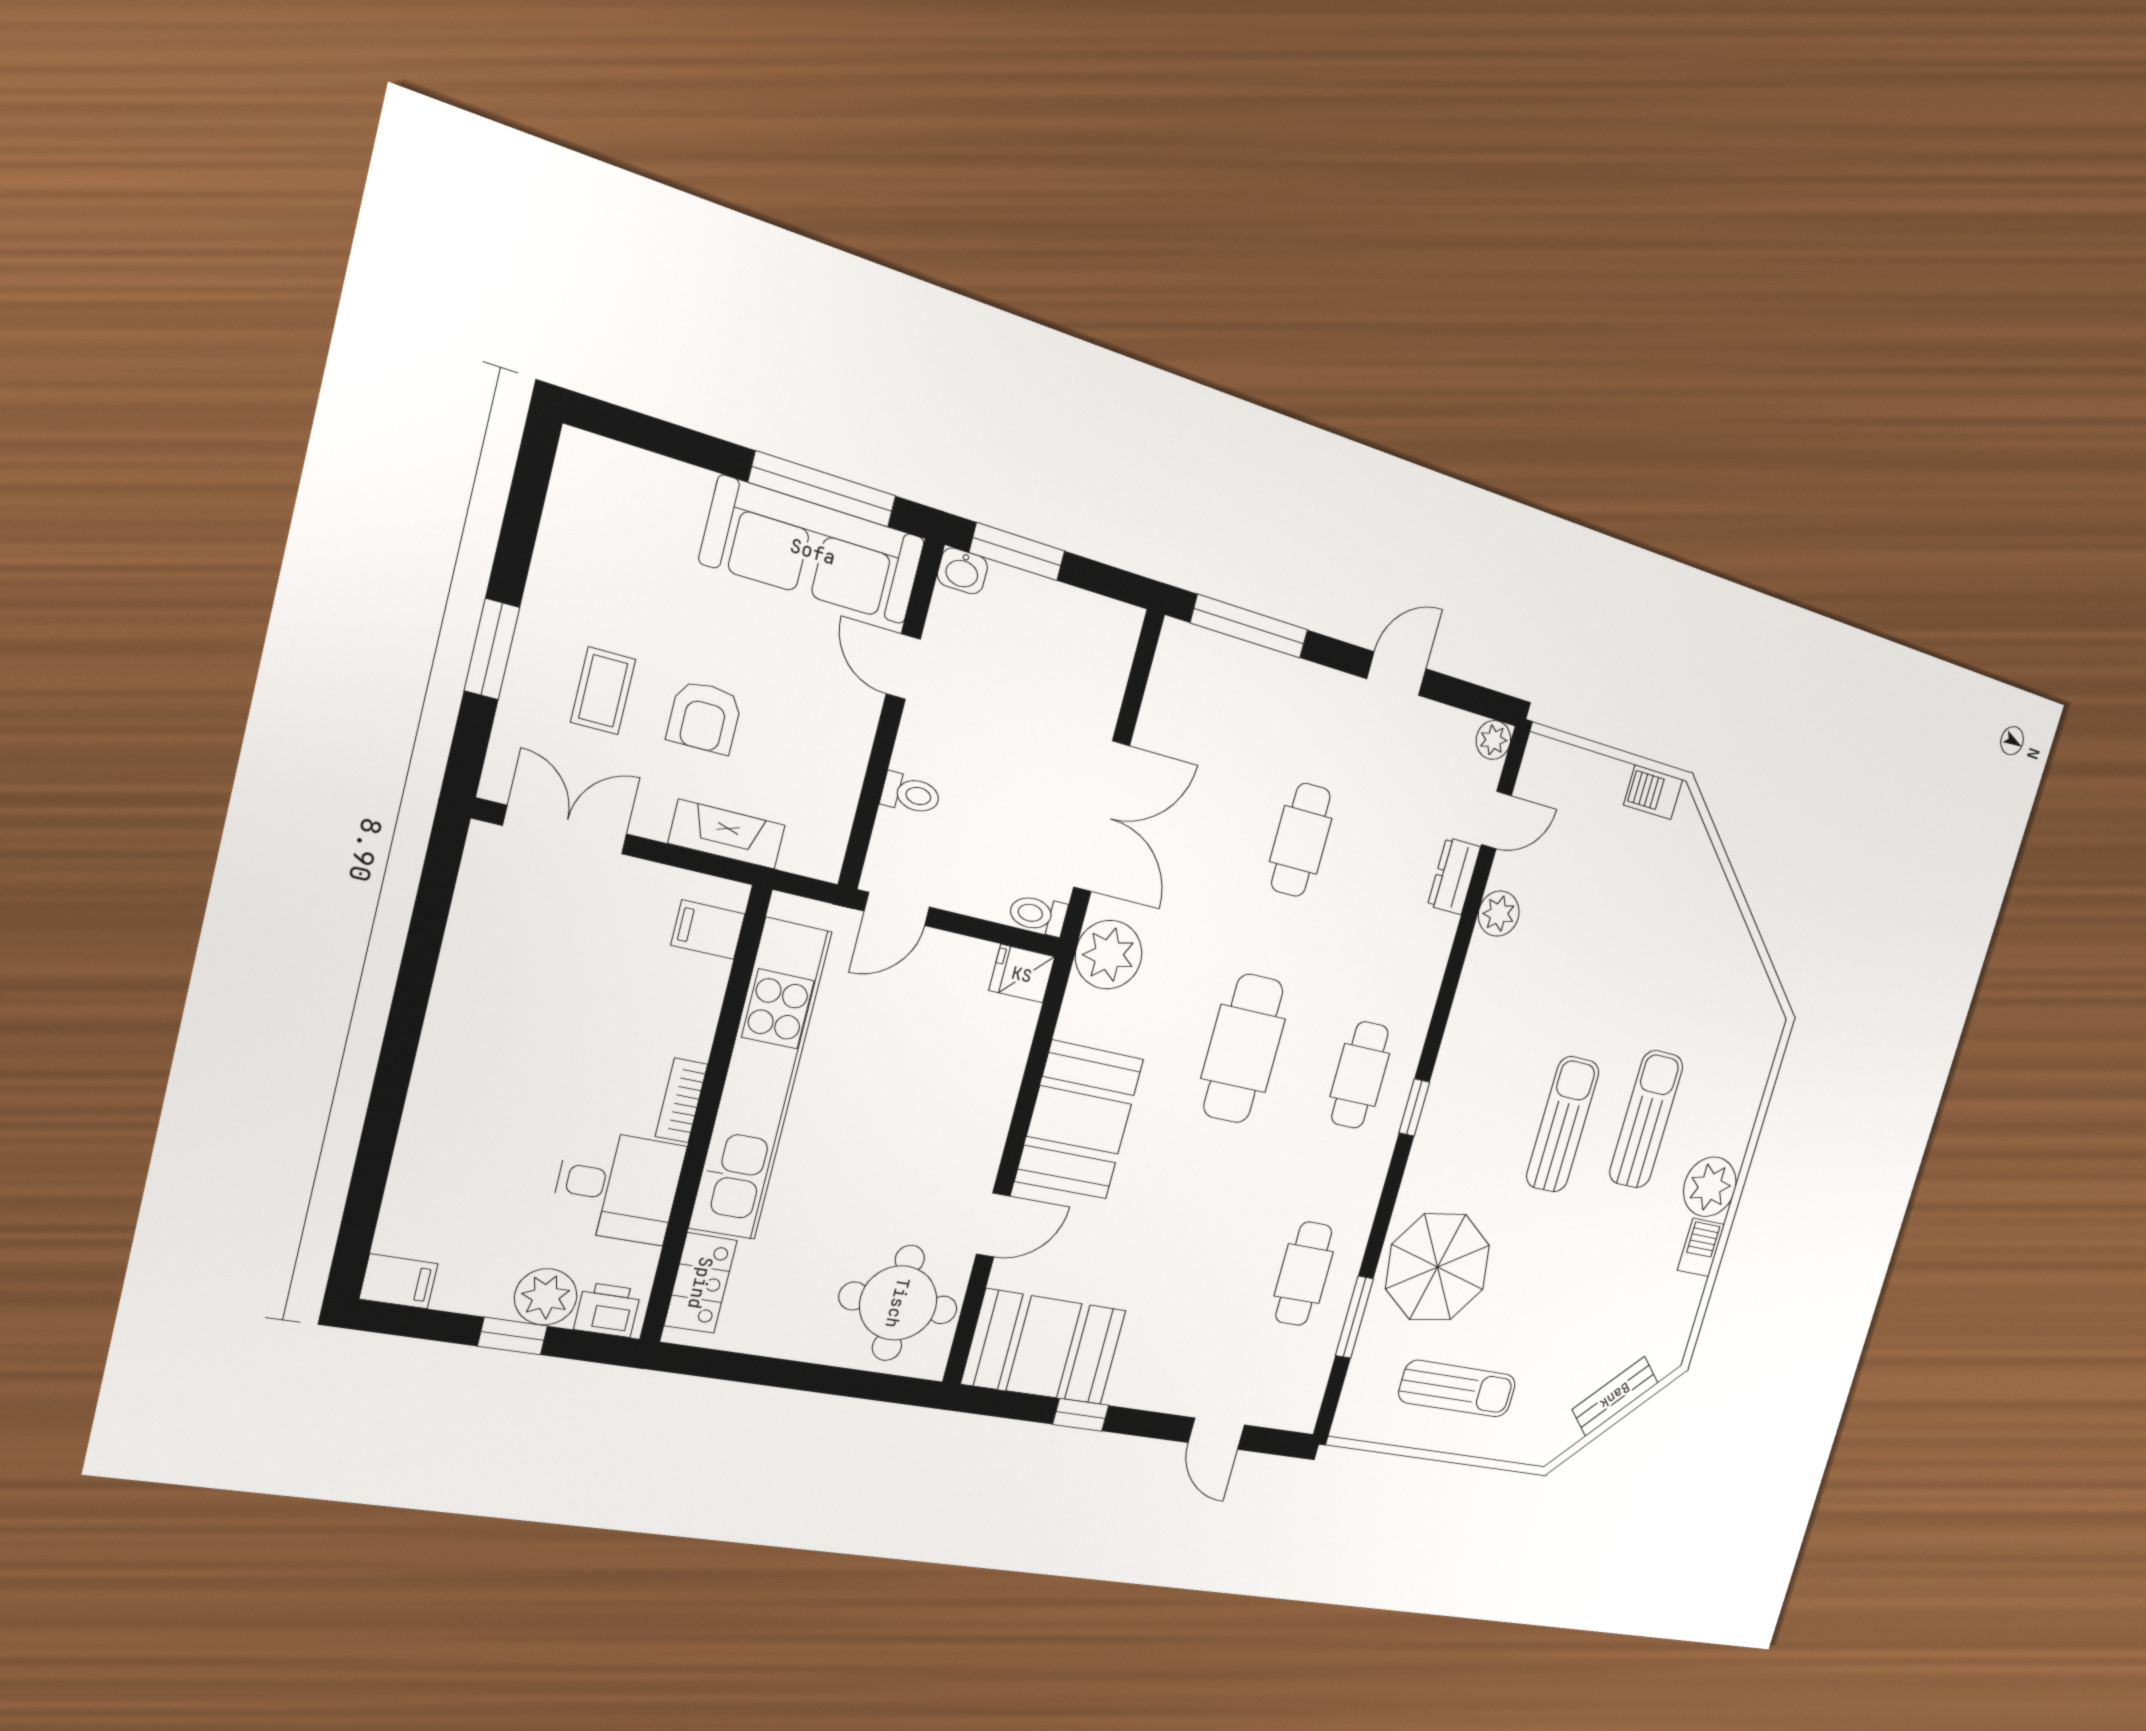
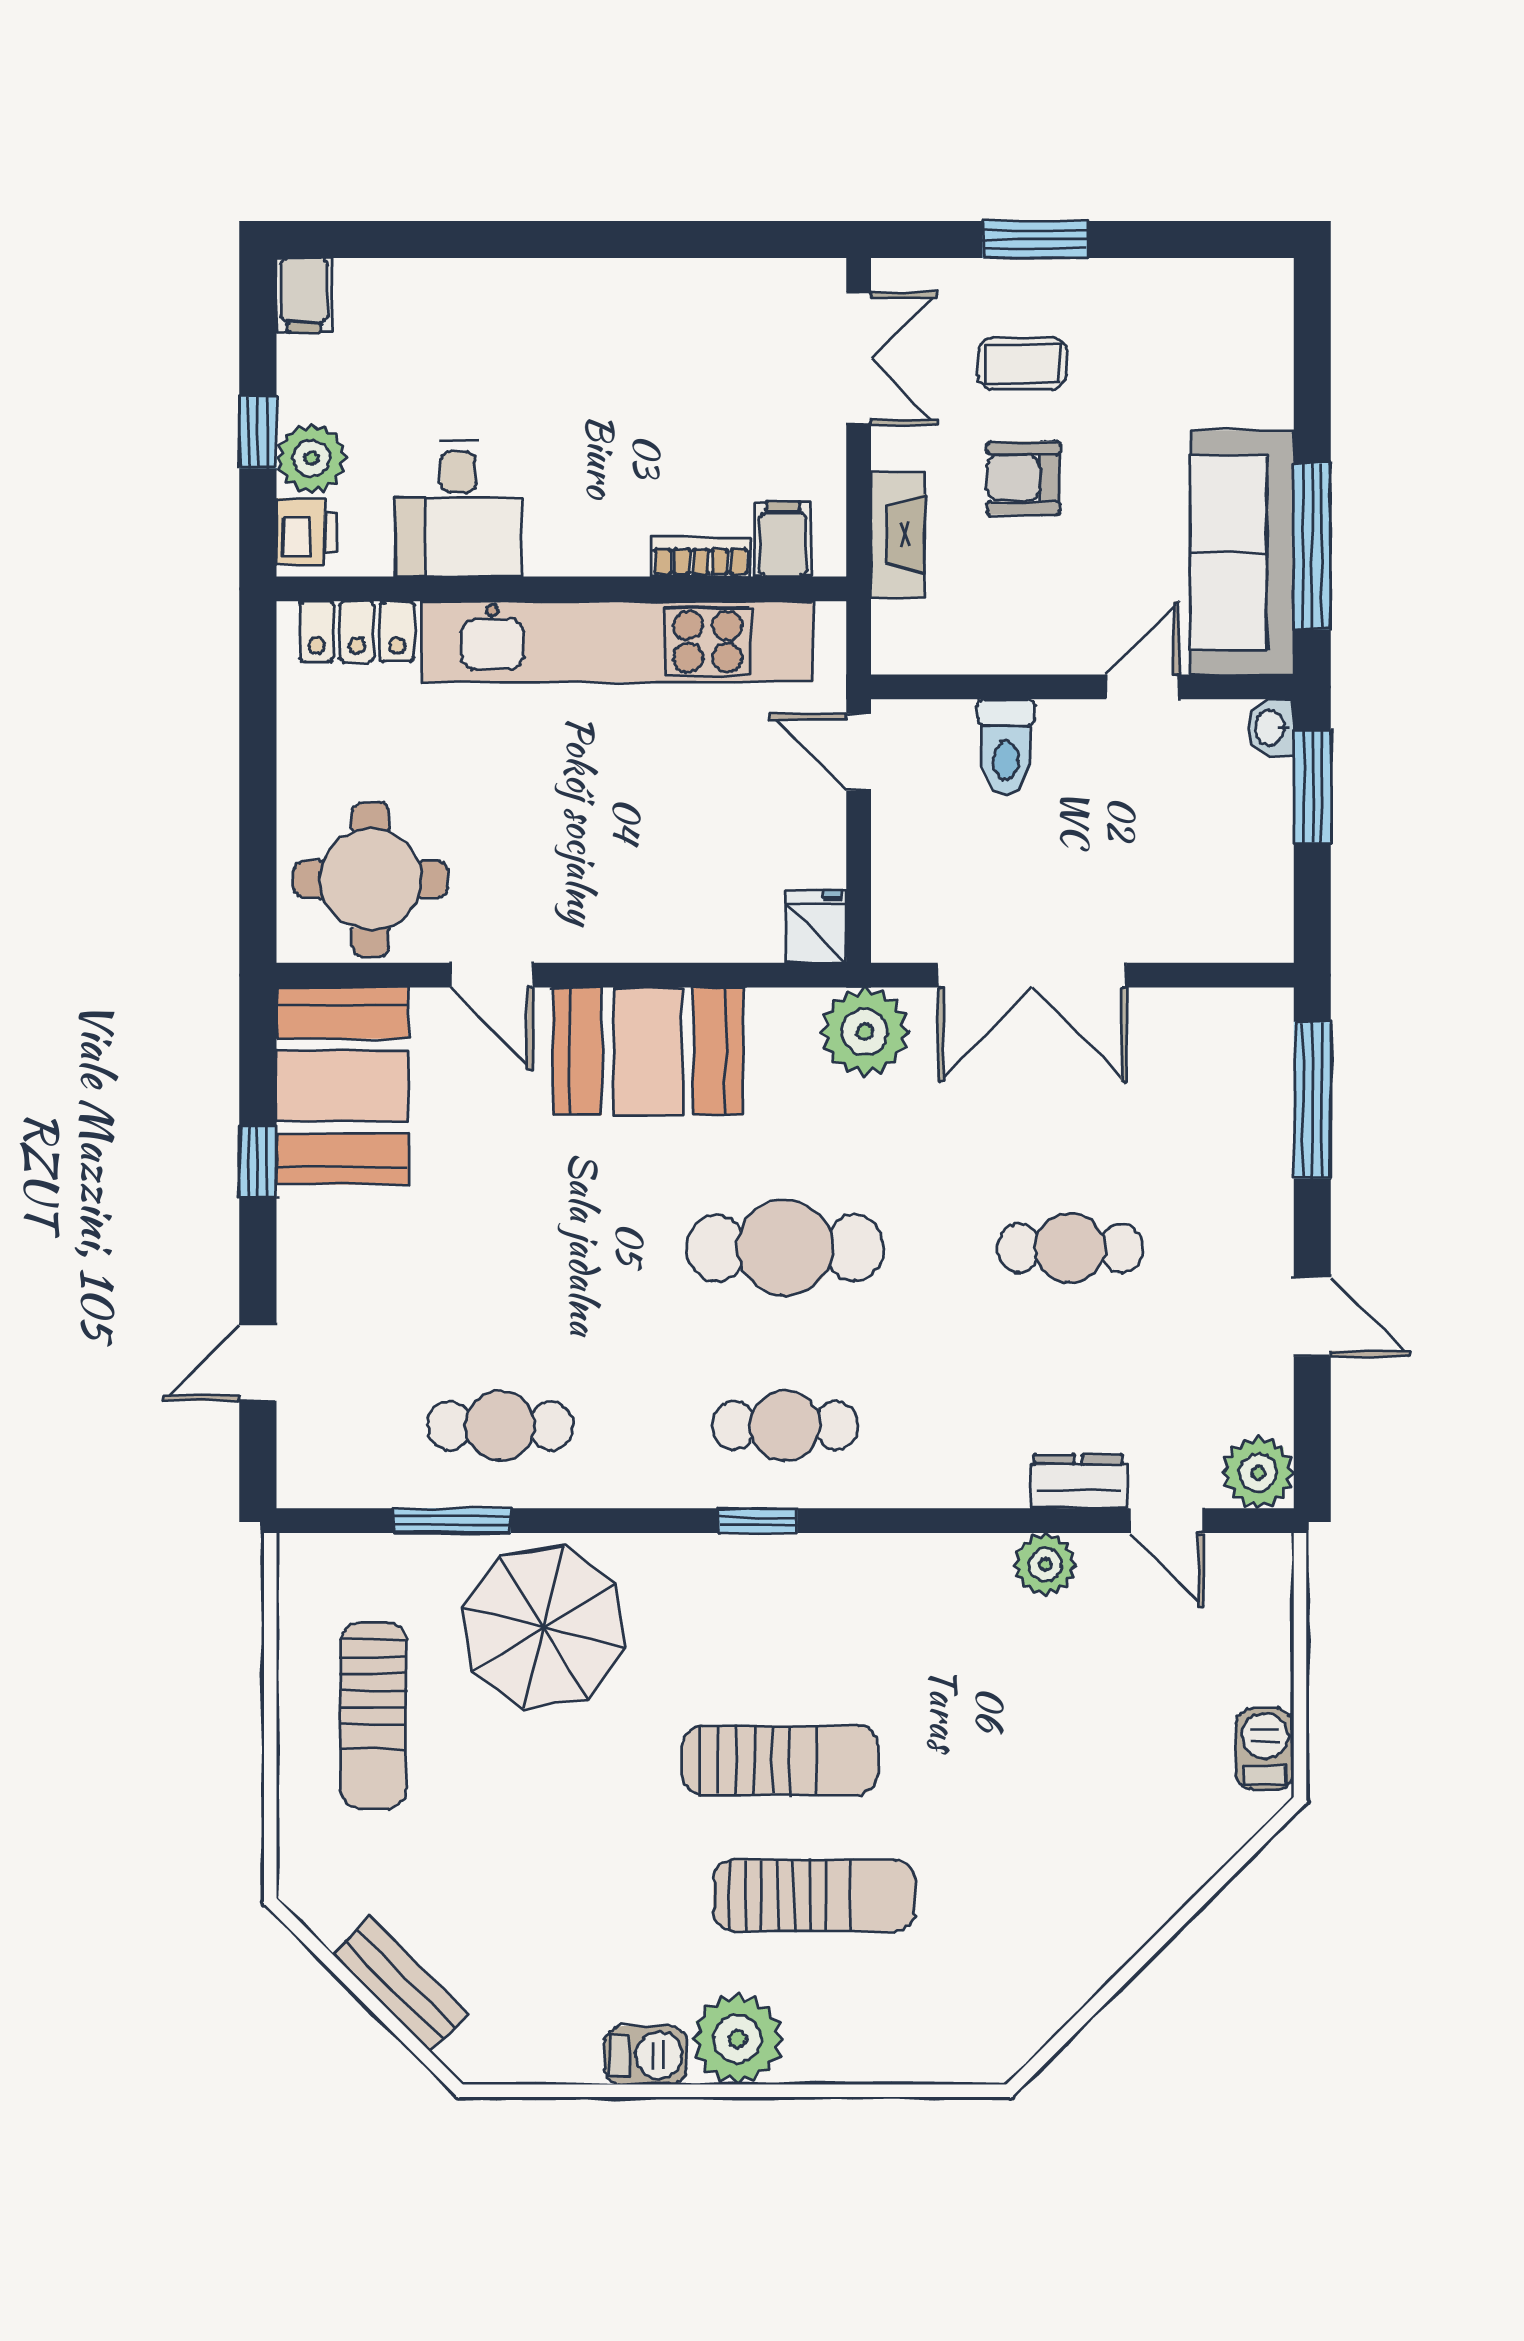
plant: (1493, 740) -> (1258, 1473), width x1.38, depth x1.38
toilet: (911, 794) -> (1006, 747), width x1.37, depth x1.39
toilet: (1038, 915) -> (893, 927), removed
bookcase: (681, 1100) -> (701, 557), moved

